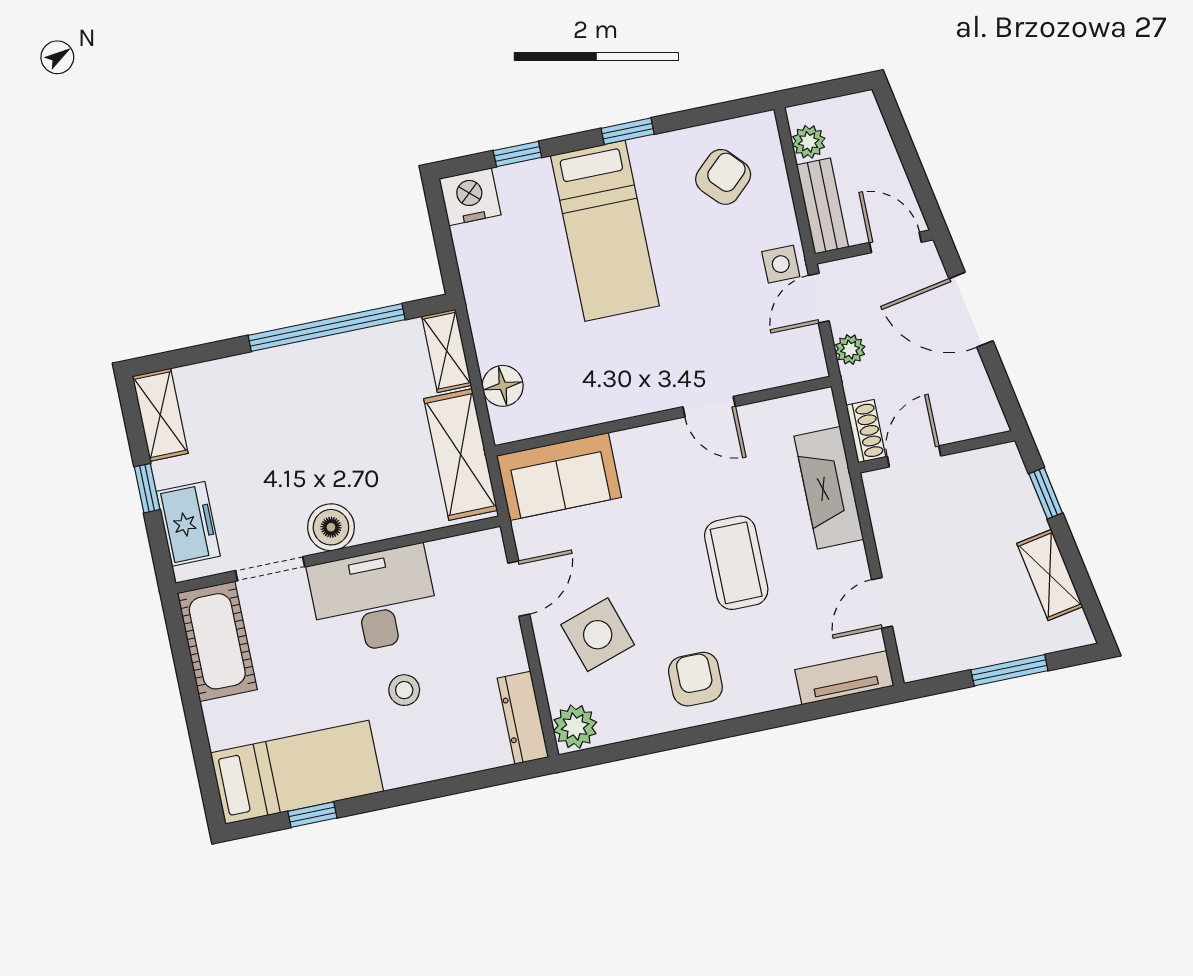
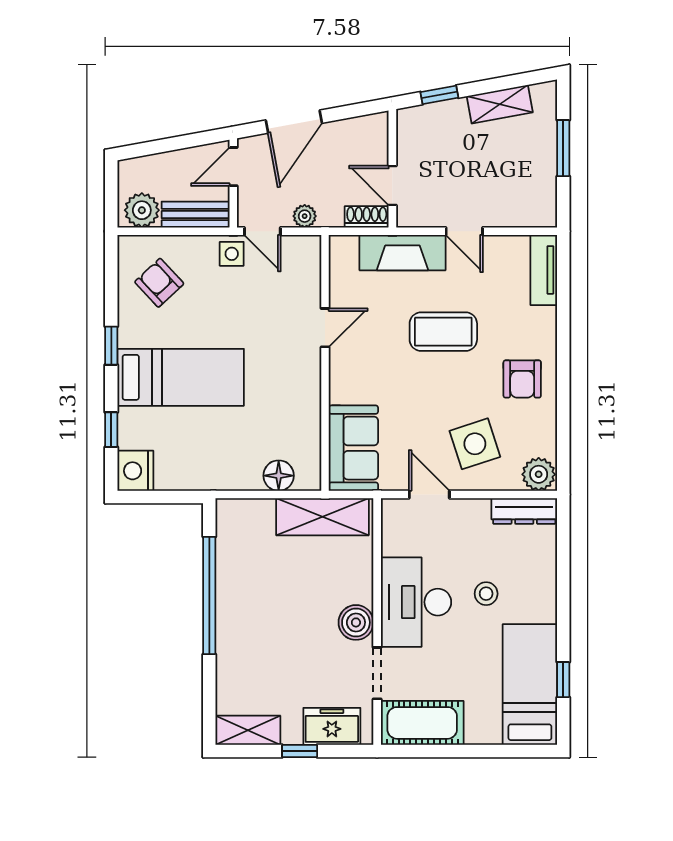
plant: (809, 142) -> (142, 210), width x1.38, depth x1.38
shelving: (447, 351) -> (245, 511), removed
door: (882, 603) -> (464, 231), moved
armchair: (695, 679) -> (522, 379), turned -90

